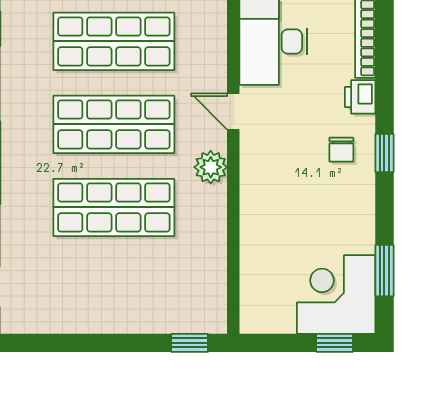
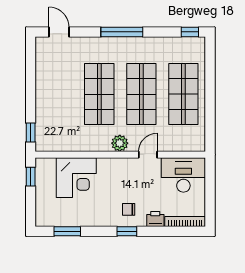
corner desk: (336, 295) -> (76, 178), moved, turned 90
window: (334, 343) -> (31, 177), moved

